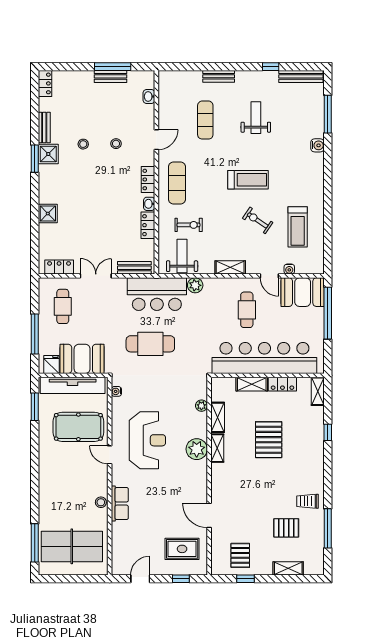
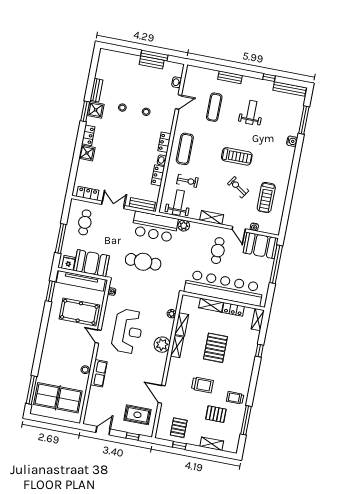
locker: (45, 83) -> (88, 135), moved
door: (156, 140) -> (178, 102), moved
trolley: (261, 492) -> (202, 385), added

